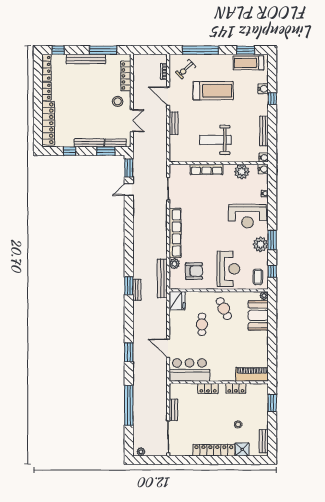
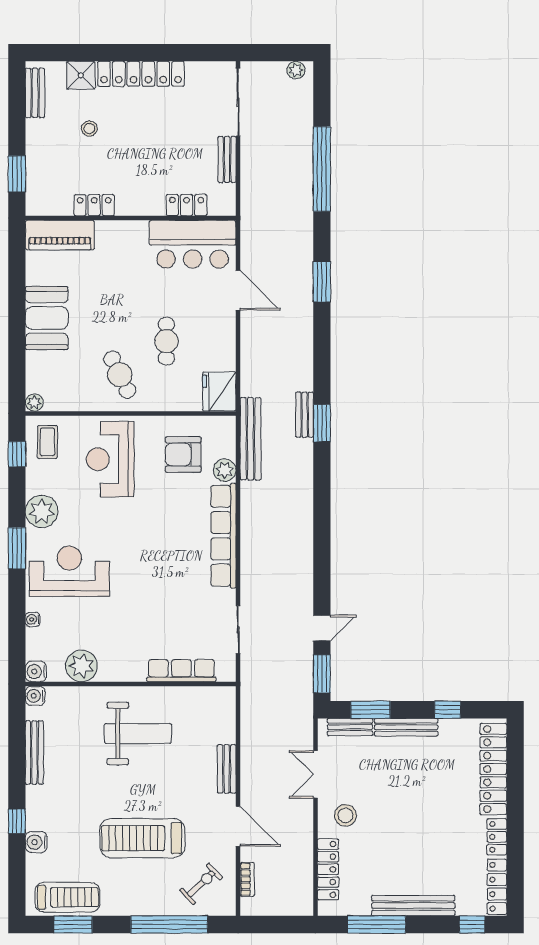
row of seats: (207, 169) -> (181, 671), moved
window: (272, 240) -> (17, 548), moved
booth: (258, 315) -> (47, 318), moved
locker: (208, 388) -> (187, 205), moved

